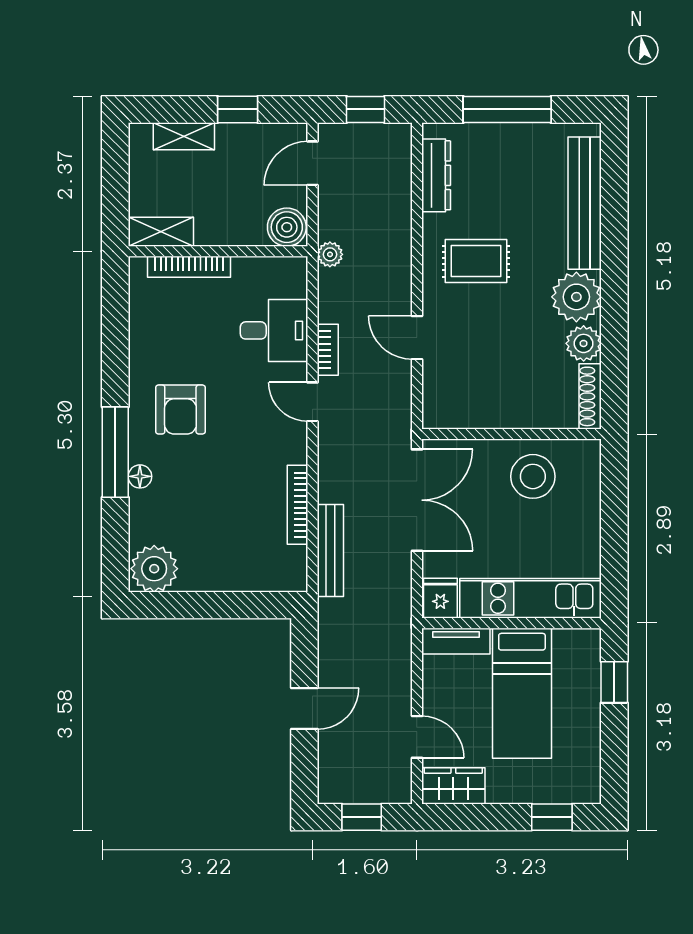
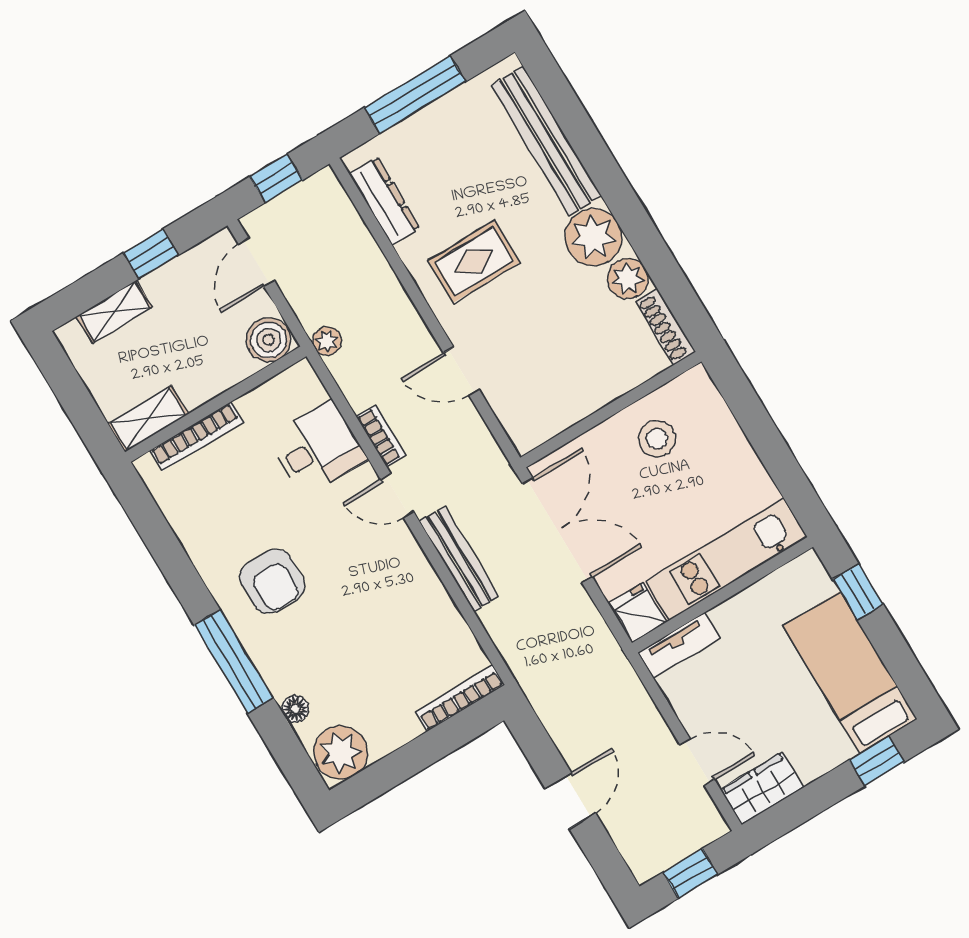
floor lamp: (140, 476) -> (295, 709), moved
stool: (533, 476) -> (657, 439), width x0.73, depth x0.73
bookcase: (298, 505) -> (460, 698), moved, turned 90
bench: (330, 550) -> (459, 559), moved
bed: (522, 693) -> (850, 673), moved, turned 180

